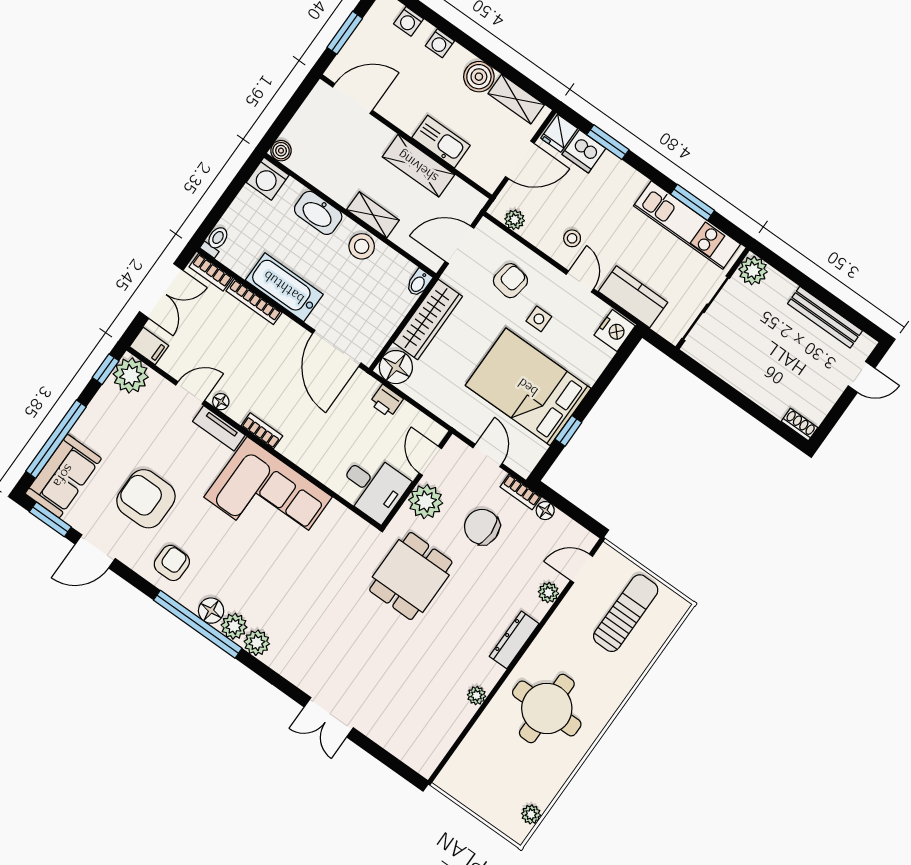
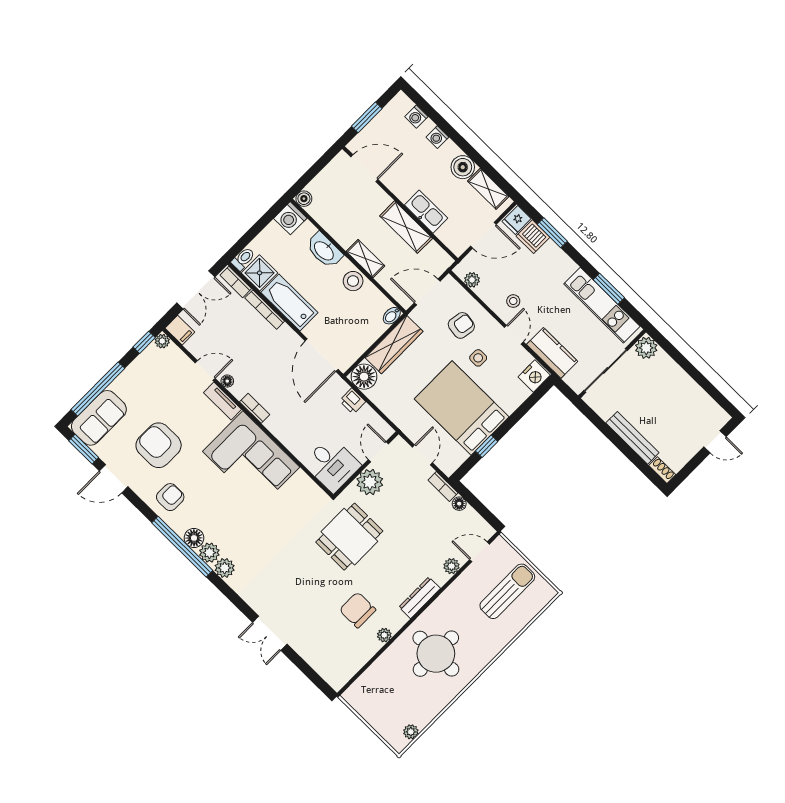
shower: (240, 256) -> (260, 273), added
bench: (825, 317) -> (632, 438), moved
plant: (131, 375) -> (162, 341), width x0.53, depth x0.53
chair: (482, 527) -> (358, 610), moved

